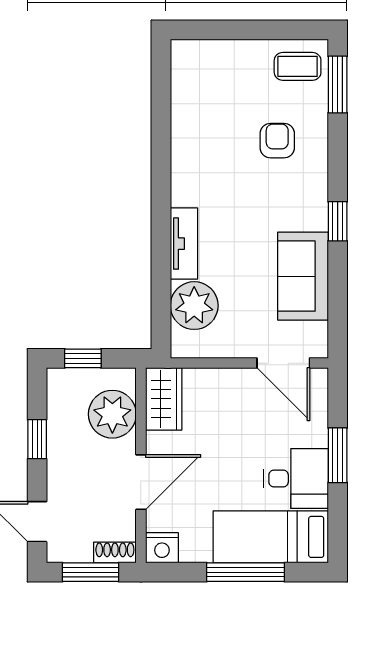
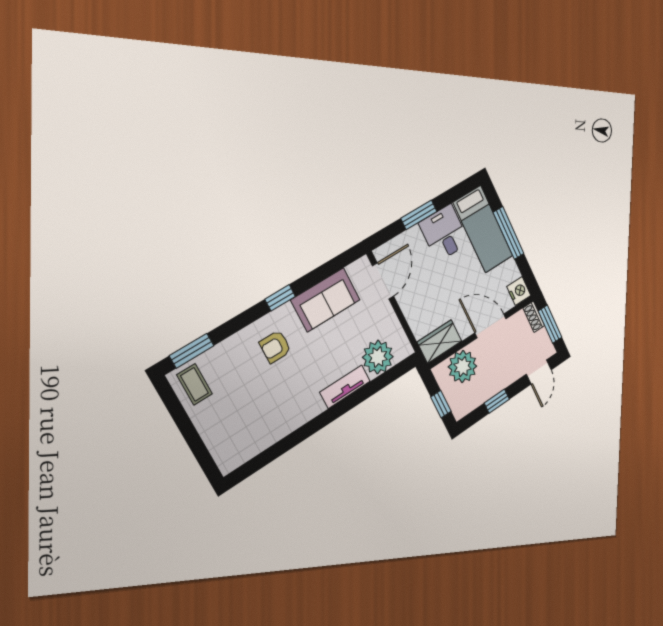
armchair: (277, 141) -> (275, 347), moved

